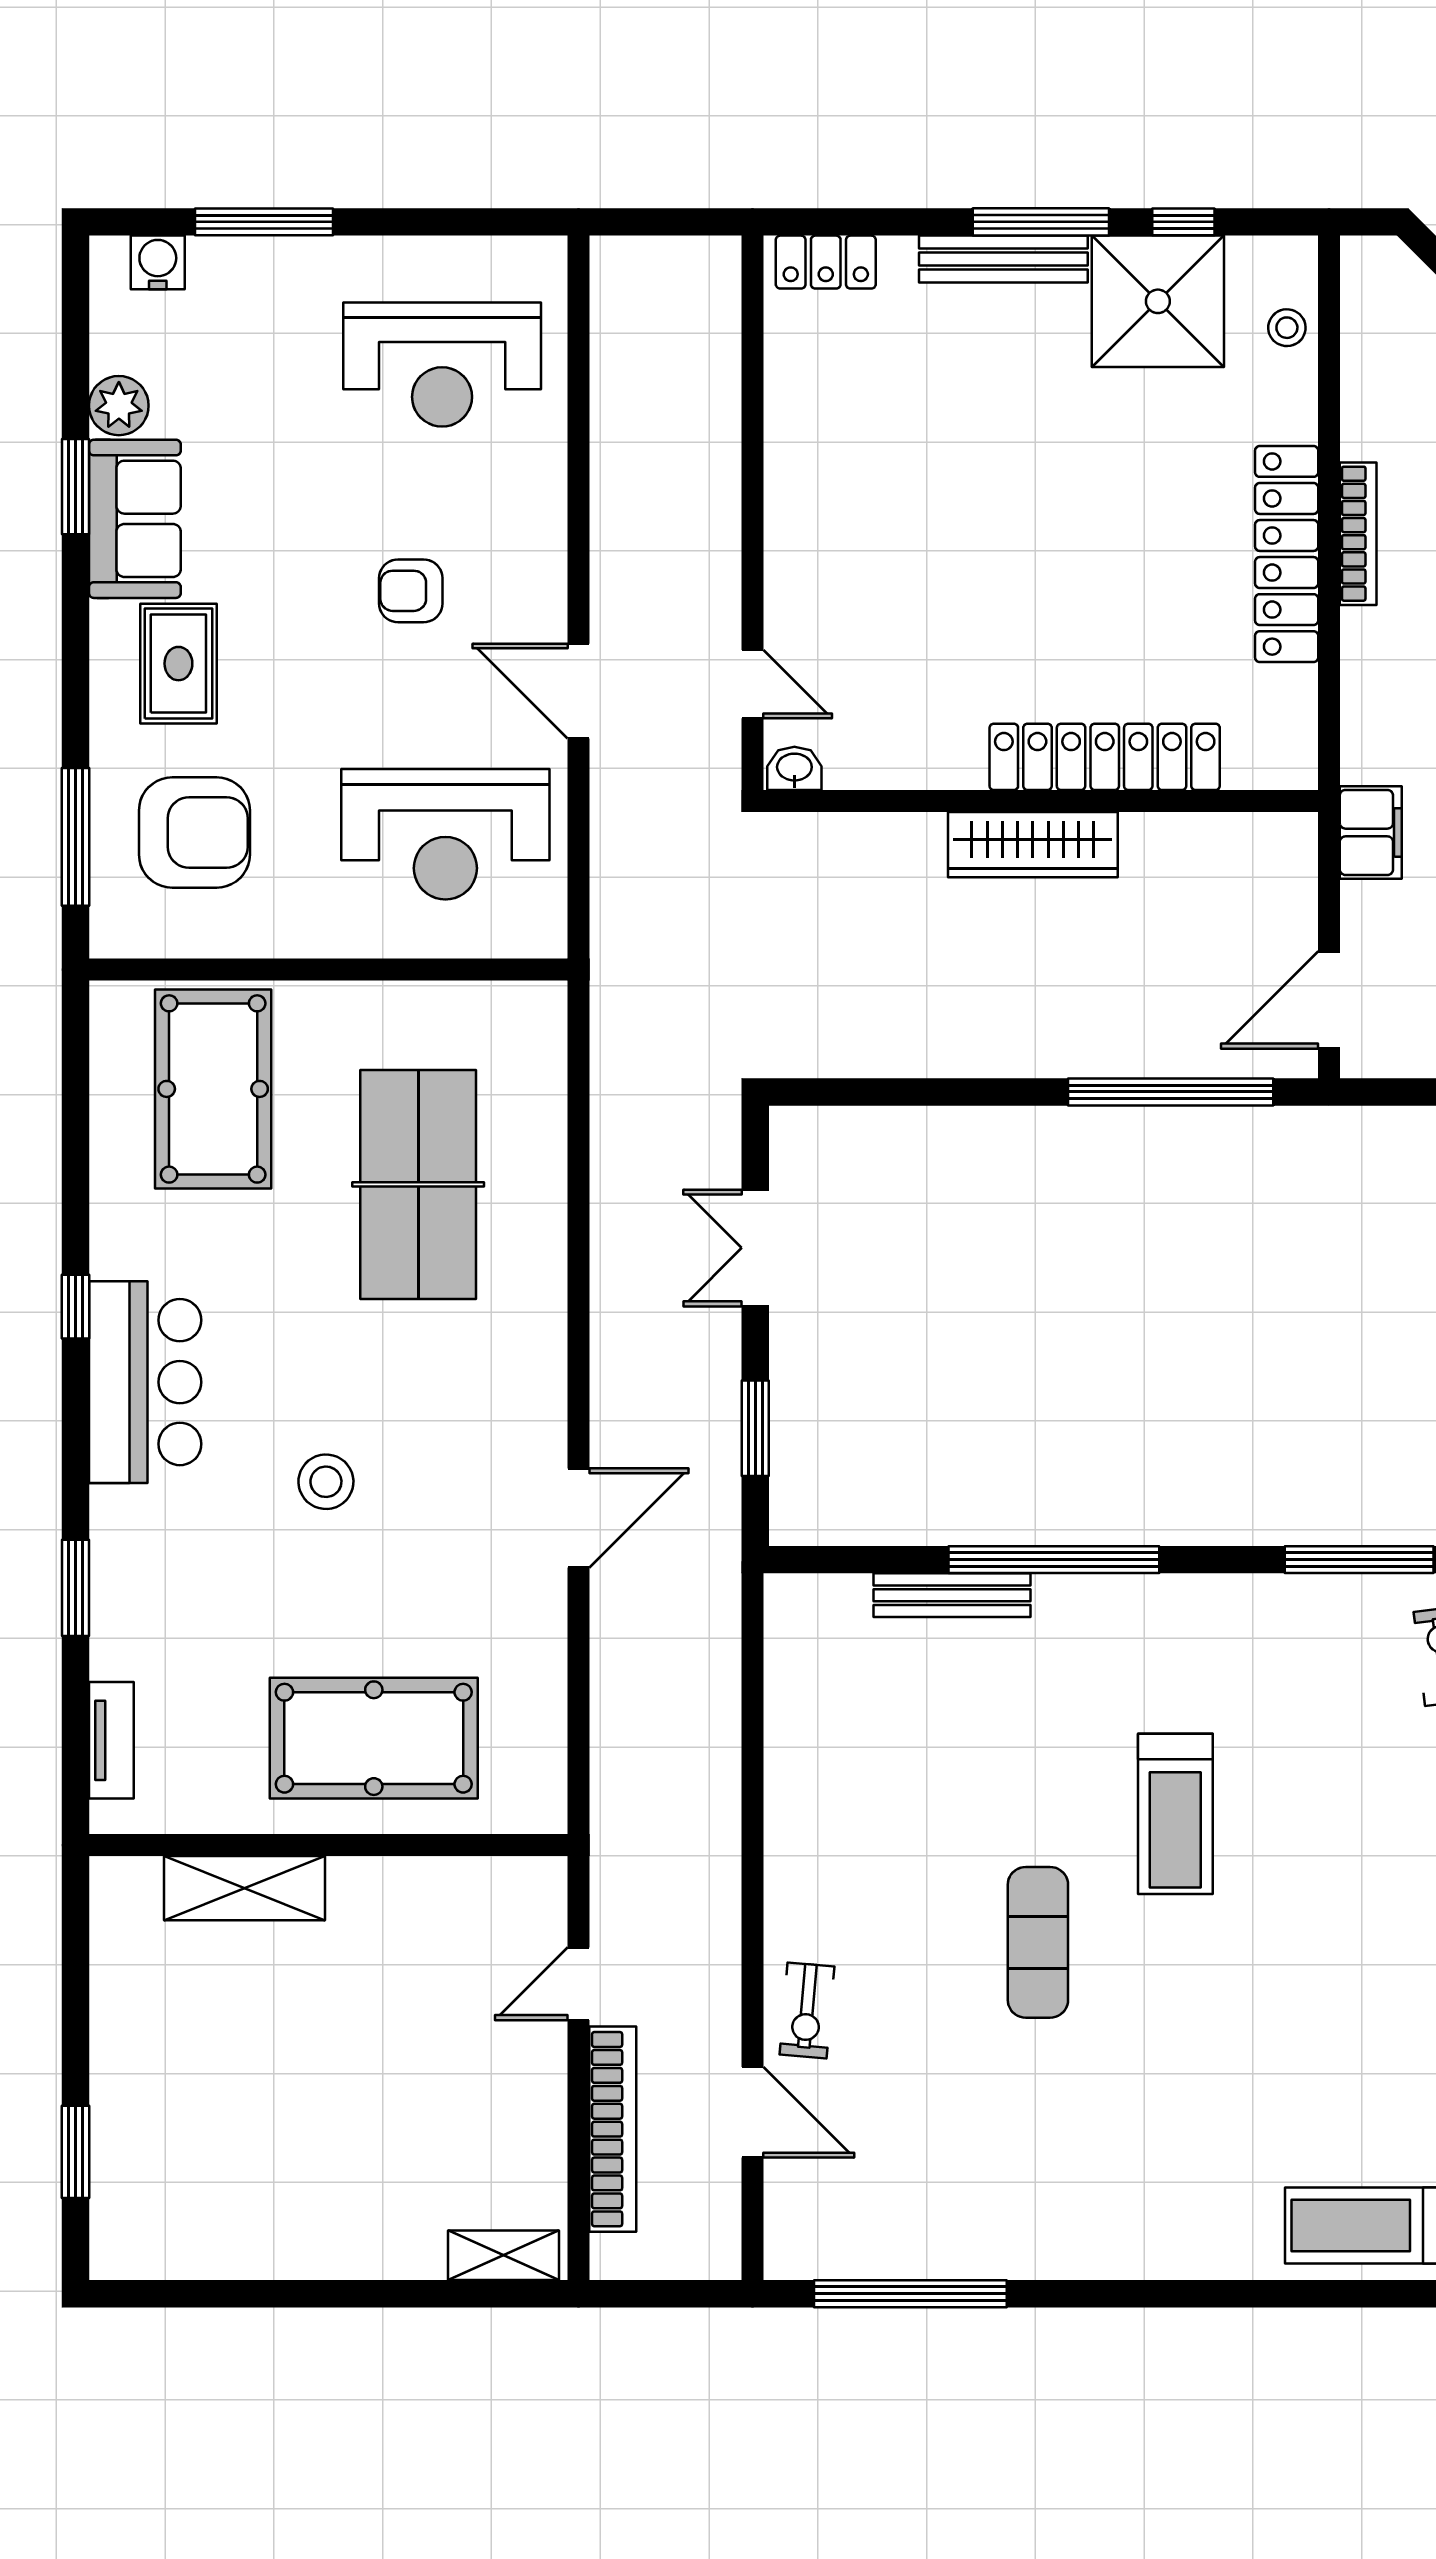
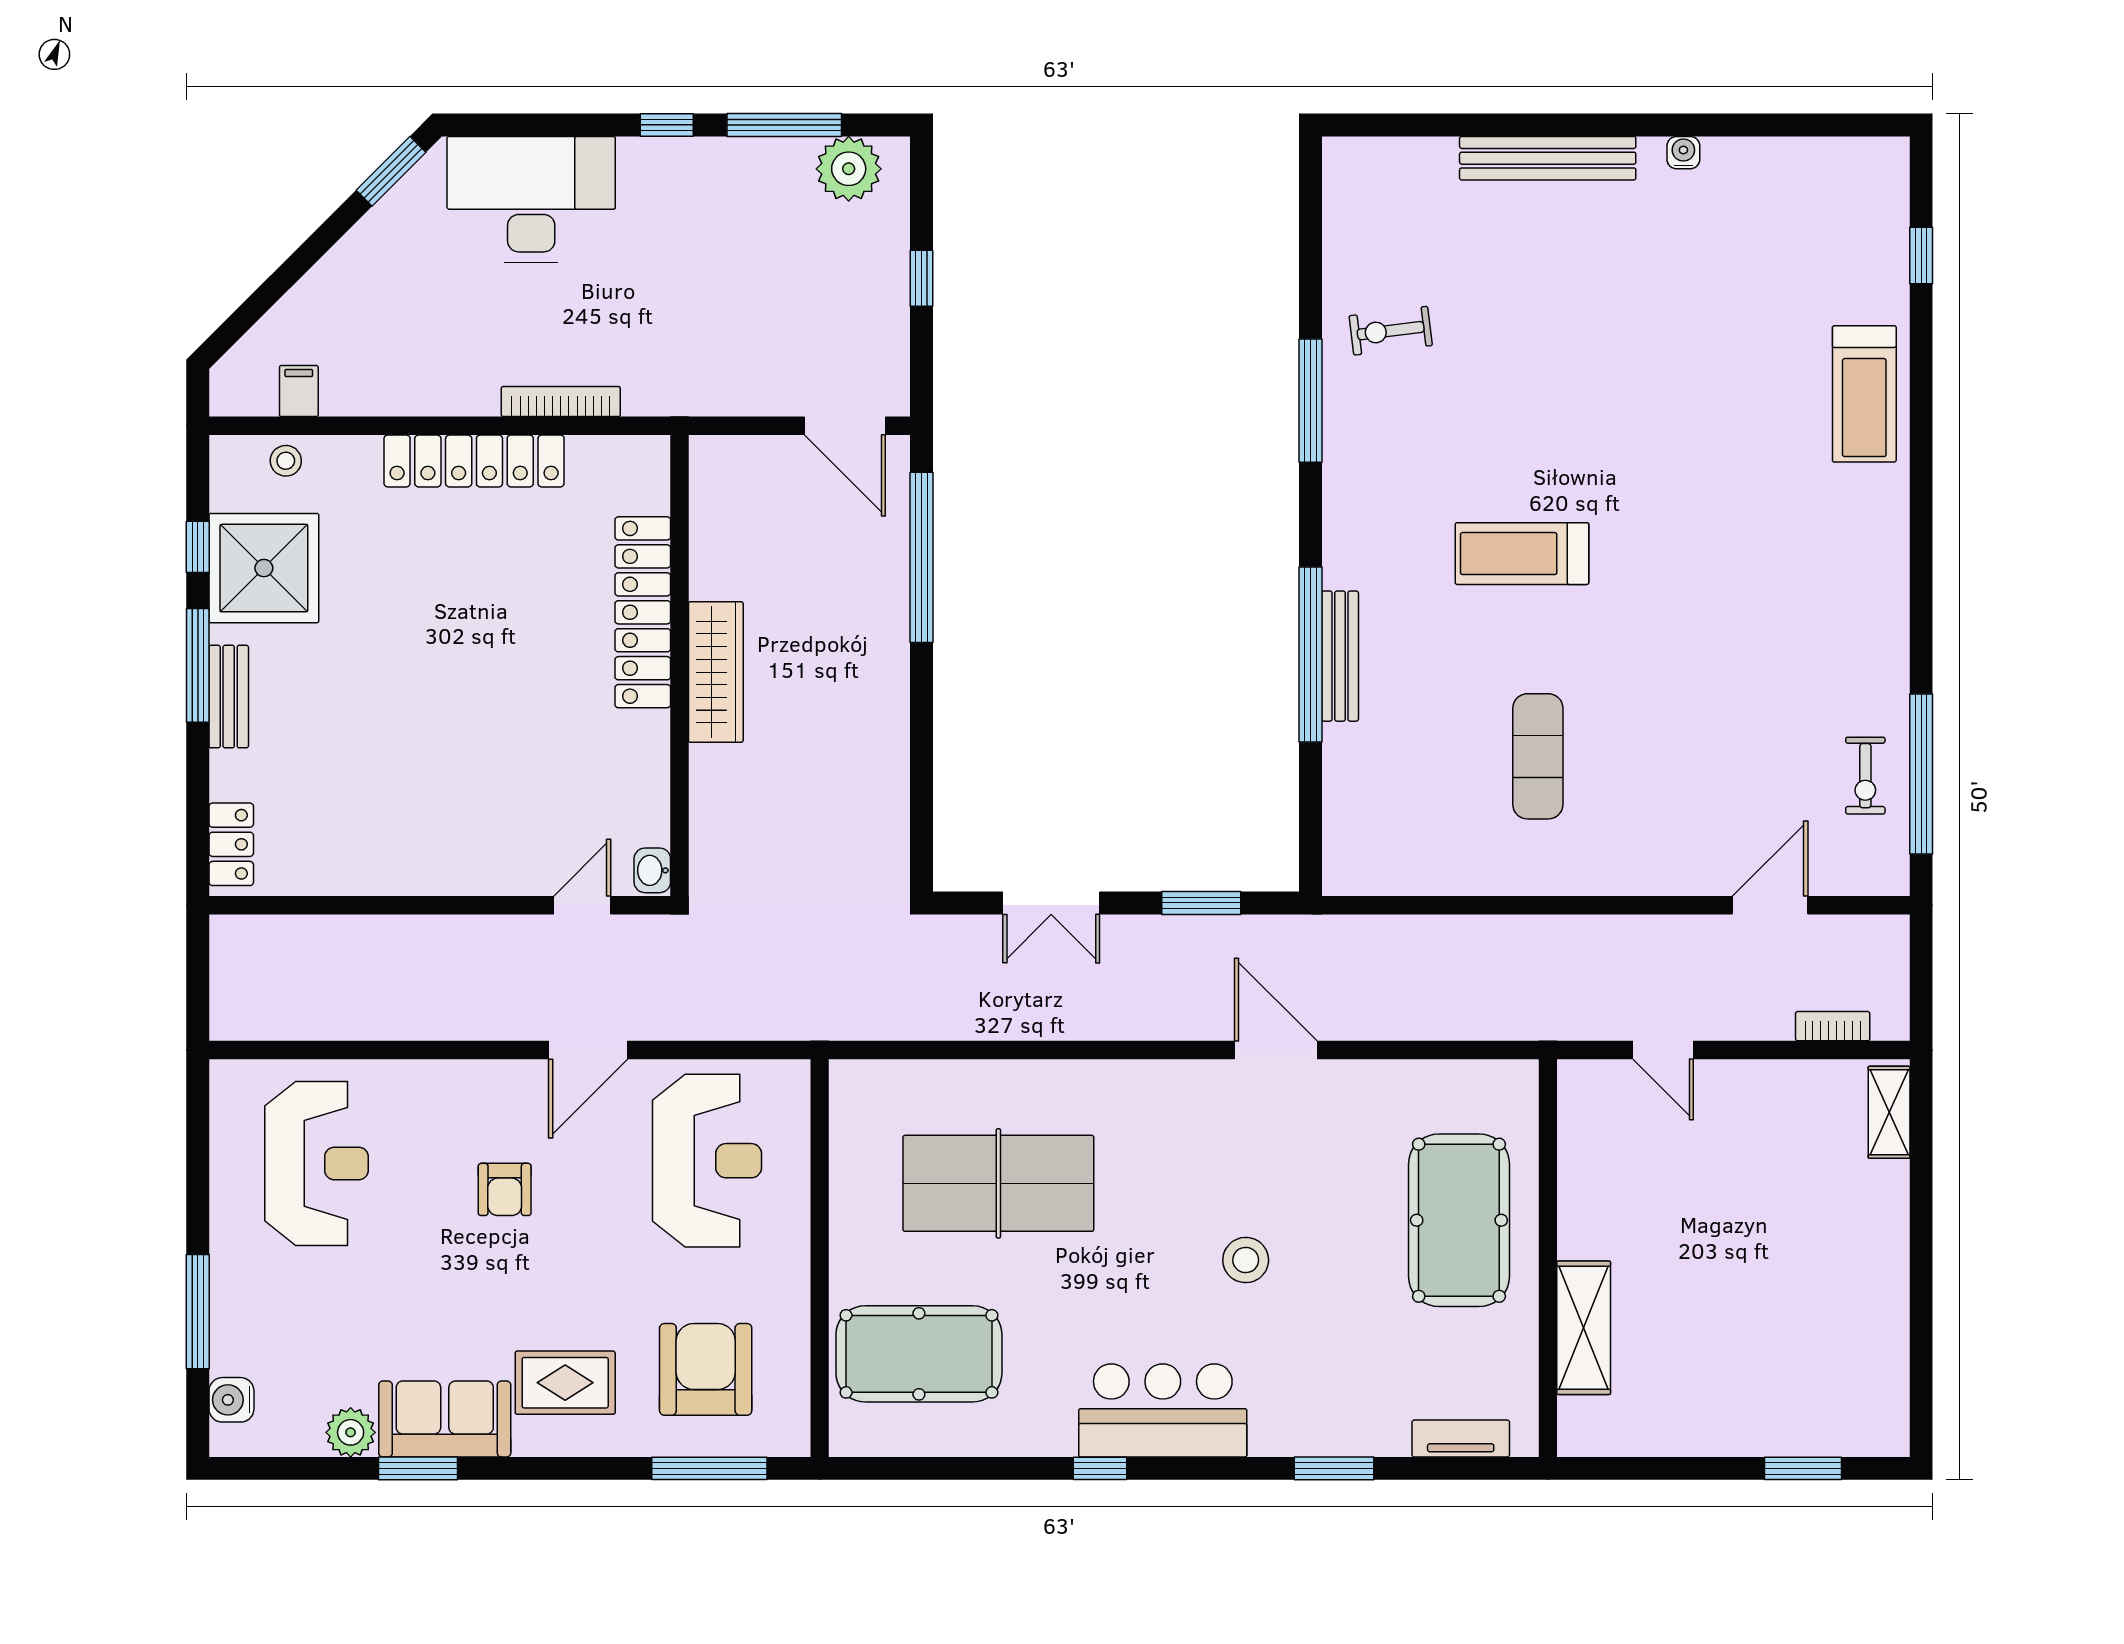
bench: (1003, 259) -> (229, 697), width x0.73
bookcase: (1358, 534) -> (561, 402), moved
filing cabinet: (1371, 832) -> (299, 391), moved, width x0.50
bench: (952, 1595) -> (1340, 656), moved
treadmill: (1175, 1814) -> (1522, 554), turned 180
exercise mat: (1038, 1942) -> (1538, 756), moved, turned 90
exercise bike: (807, 2010) -> (1865, 776), moved, turned 85
bookcase: (613, 2129) -> (1833, 1026), width x0.43, depth x0.76

